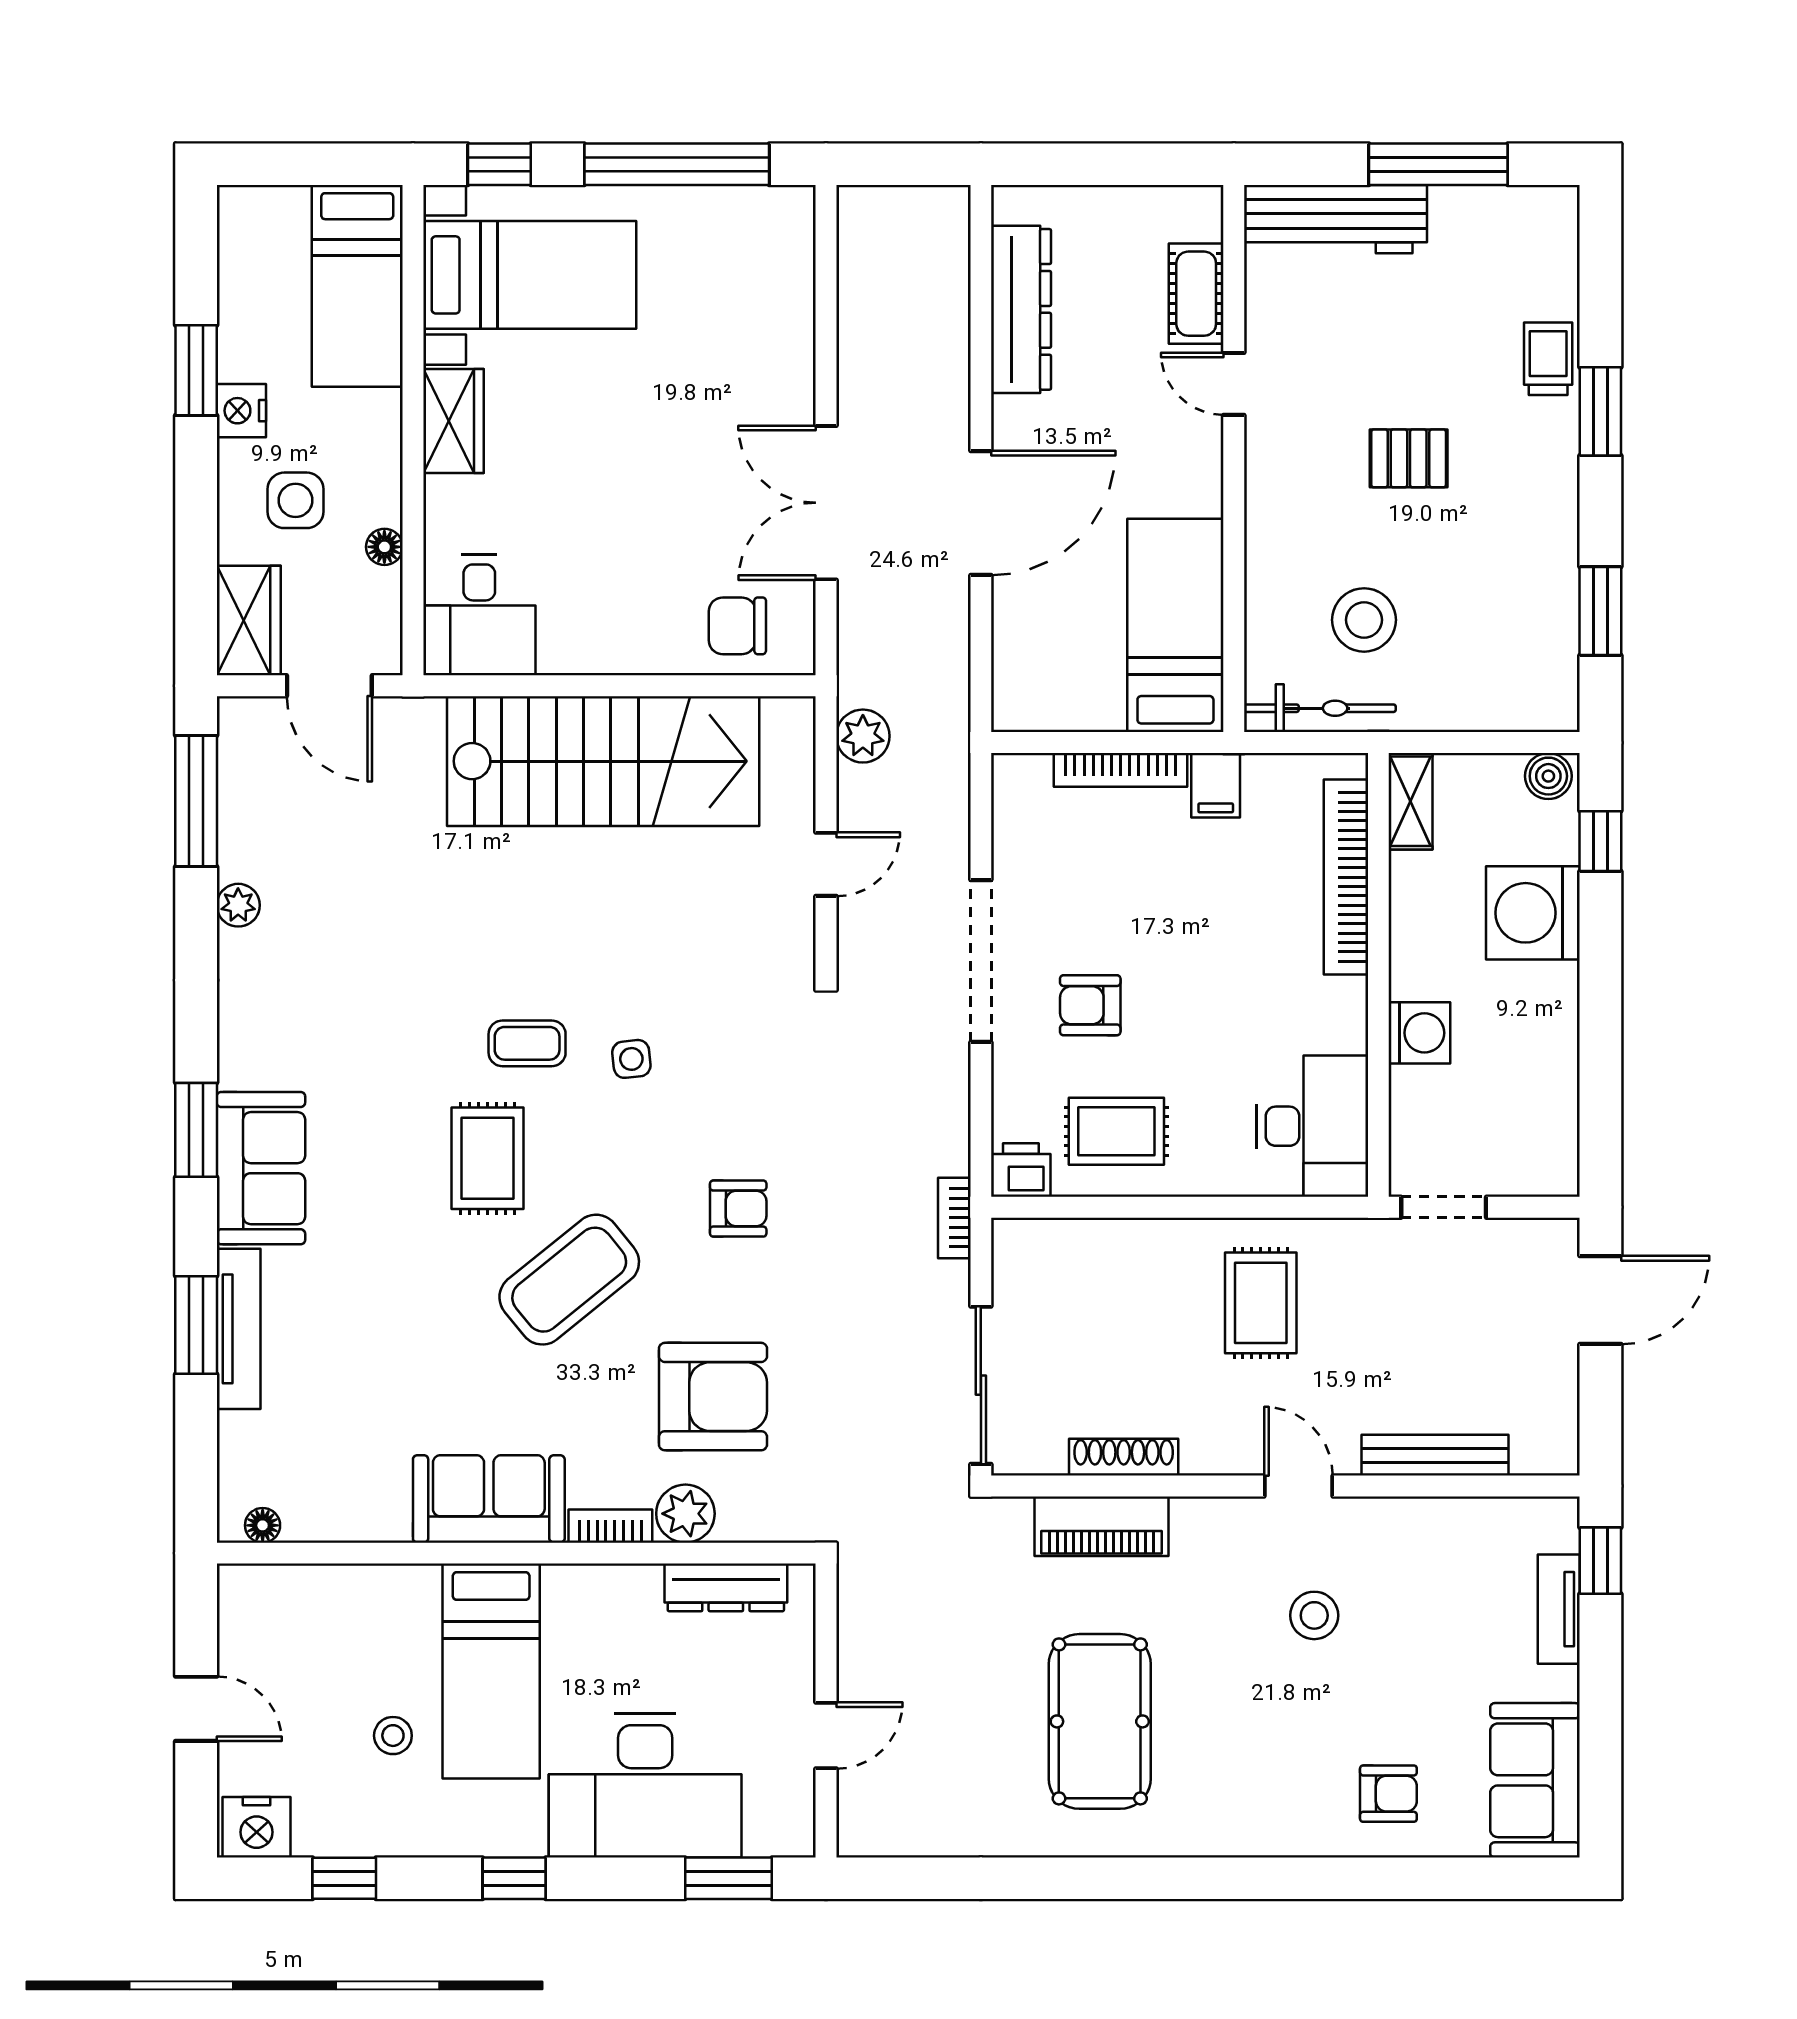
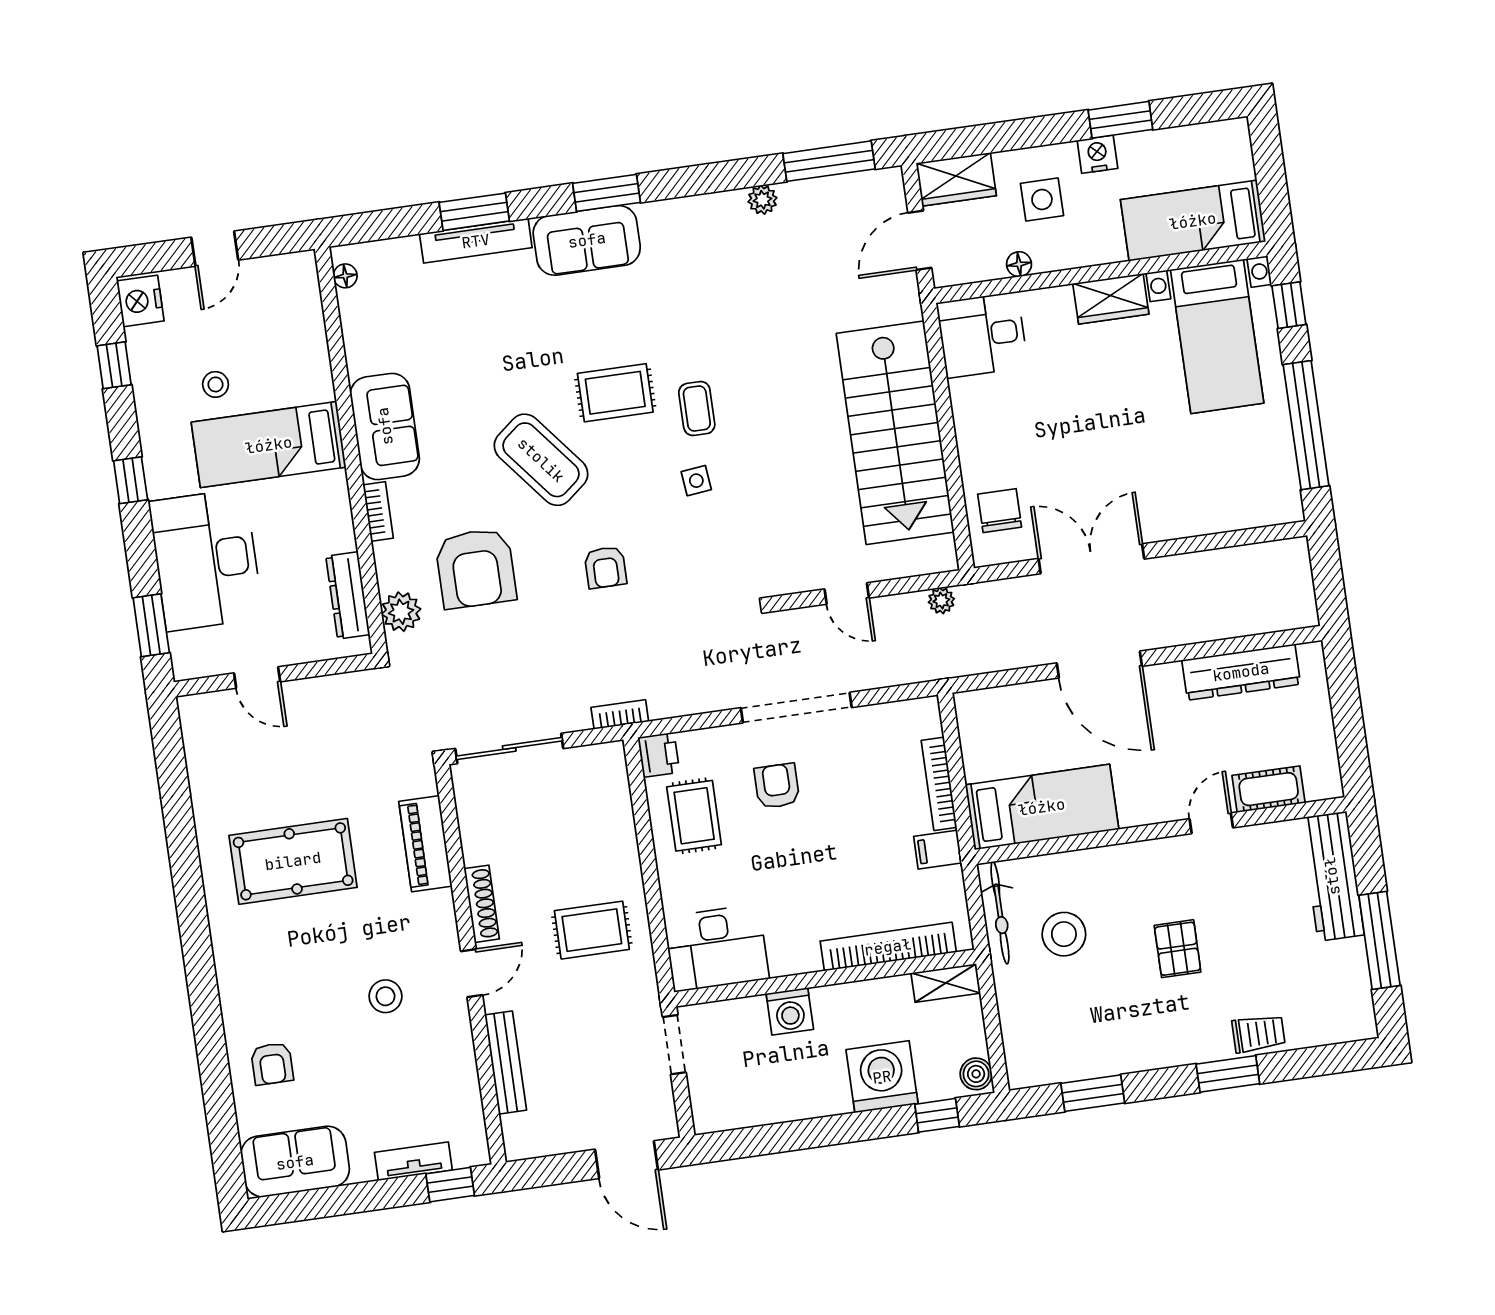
plant: (863, 736) -> (941, 601), width x0.73, depth x0.73
shoe rack: (1124, 1457) -> (482, 904), moved
plant: (685, 1514) -> (401, 612), moved

